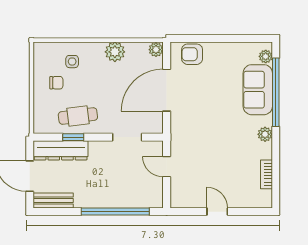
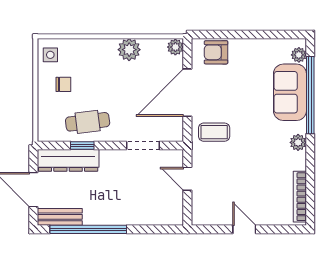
side table: (72, 62) -> (50, 55), moved
coffee table: (190, 125) -> (214, 132), added
bookcase: (267, 174) -> (300, 197), width x1.56
window: (115, 212) -> (88, 229), moved

